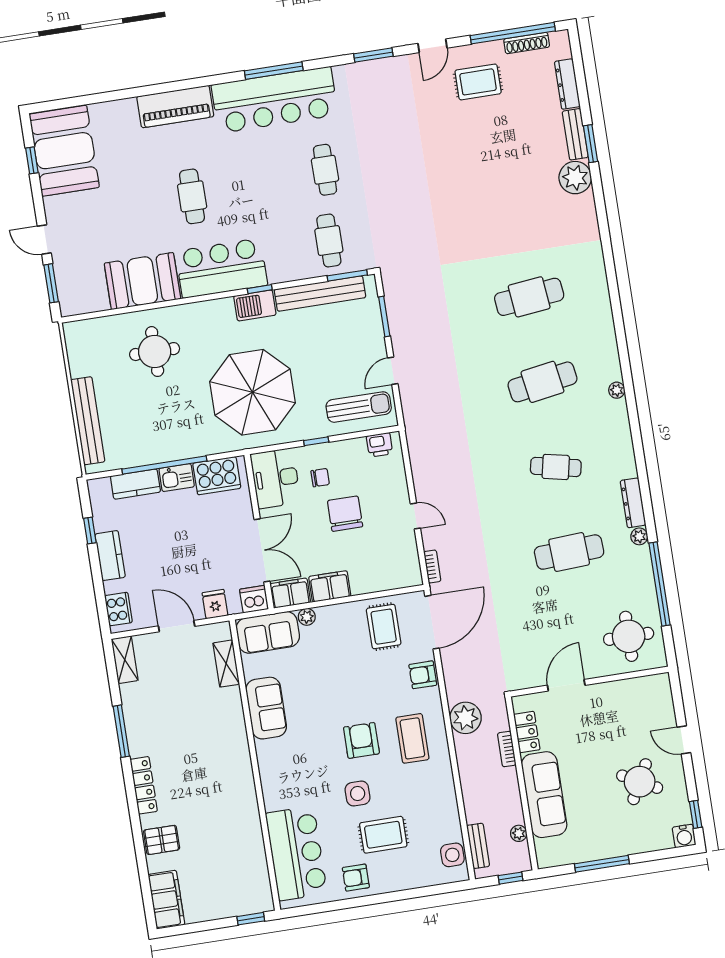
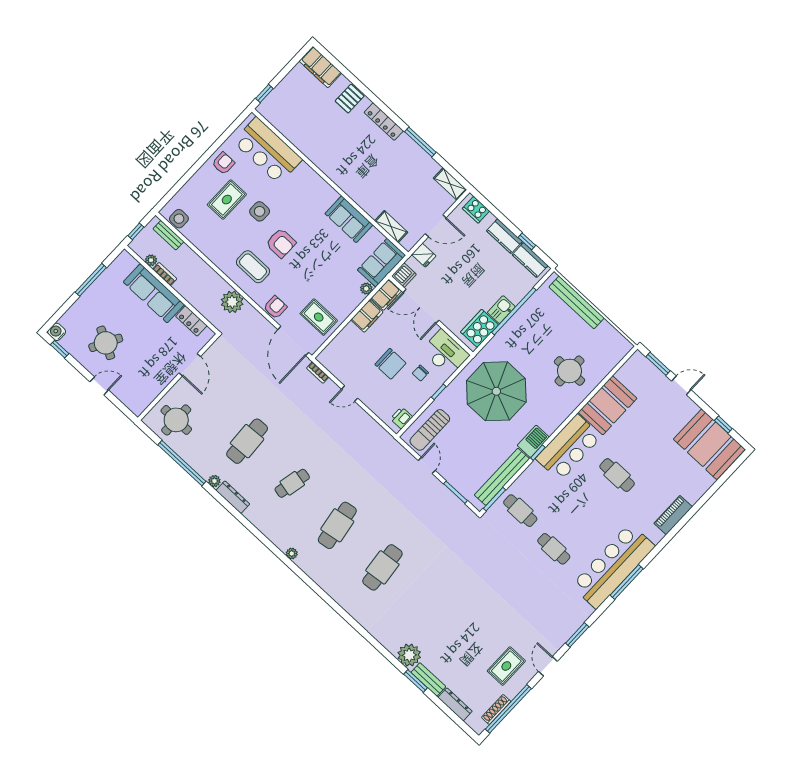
piano: (175, 107) -> (673, 515), width x0.73, depth x0.75
kitchen counter: (135, 484) -> (530, 260), moved, turned -90
bookcase: (507, 749) -> (165, 274), moved

